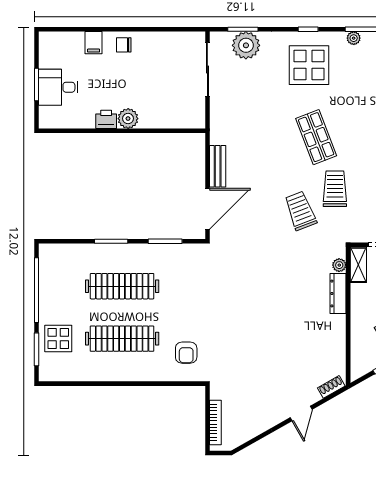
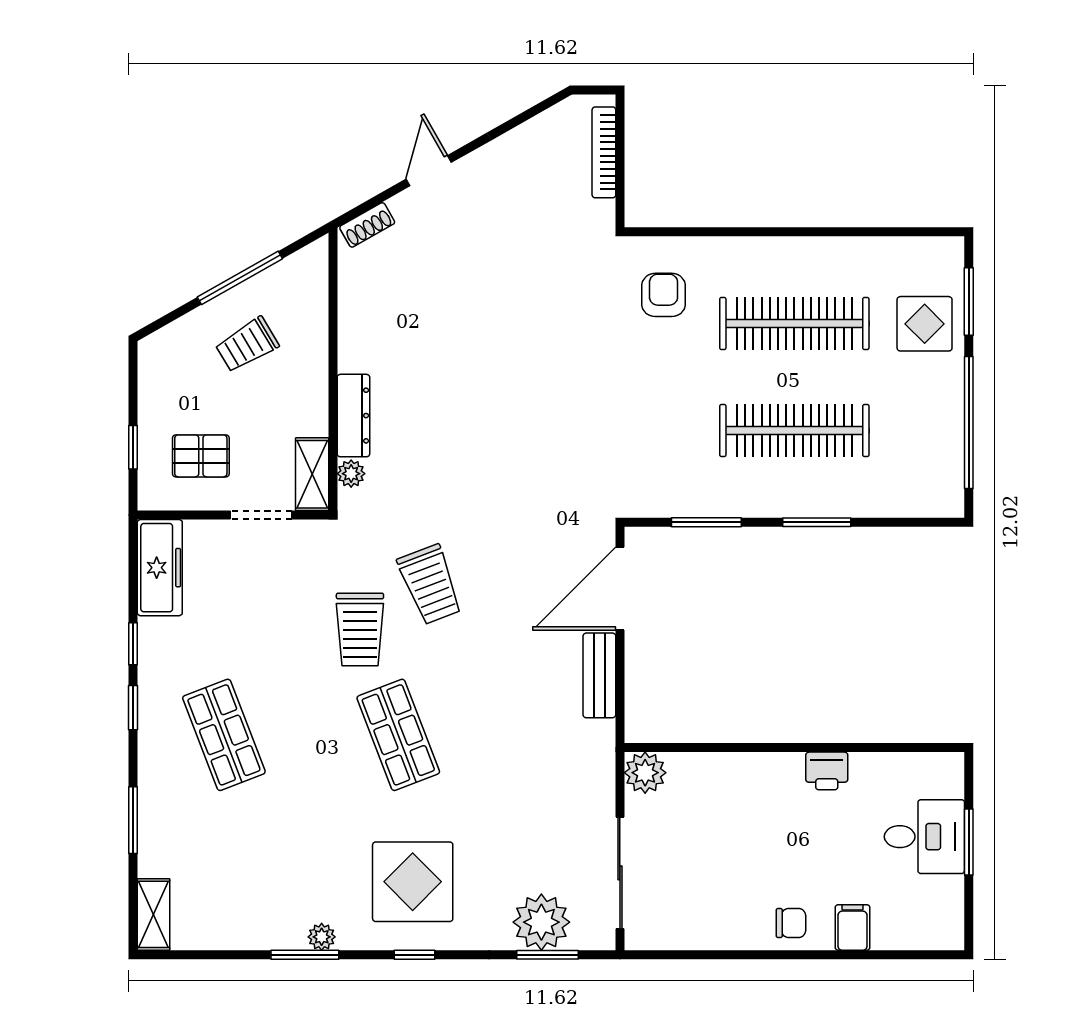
plant: (128, 119) -> (645, 773), moved

